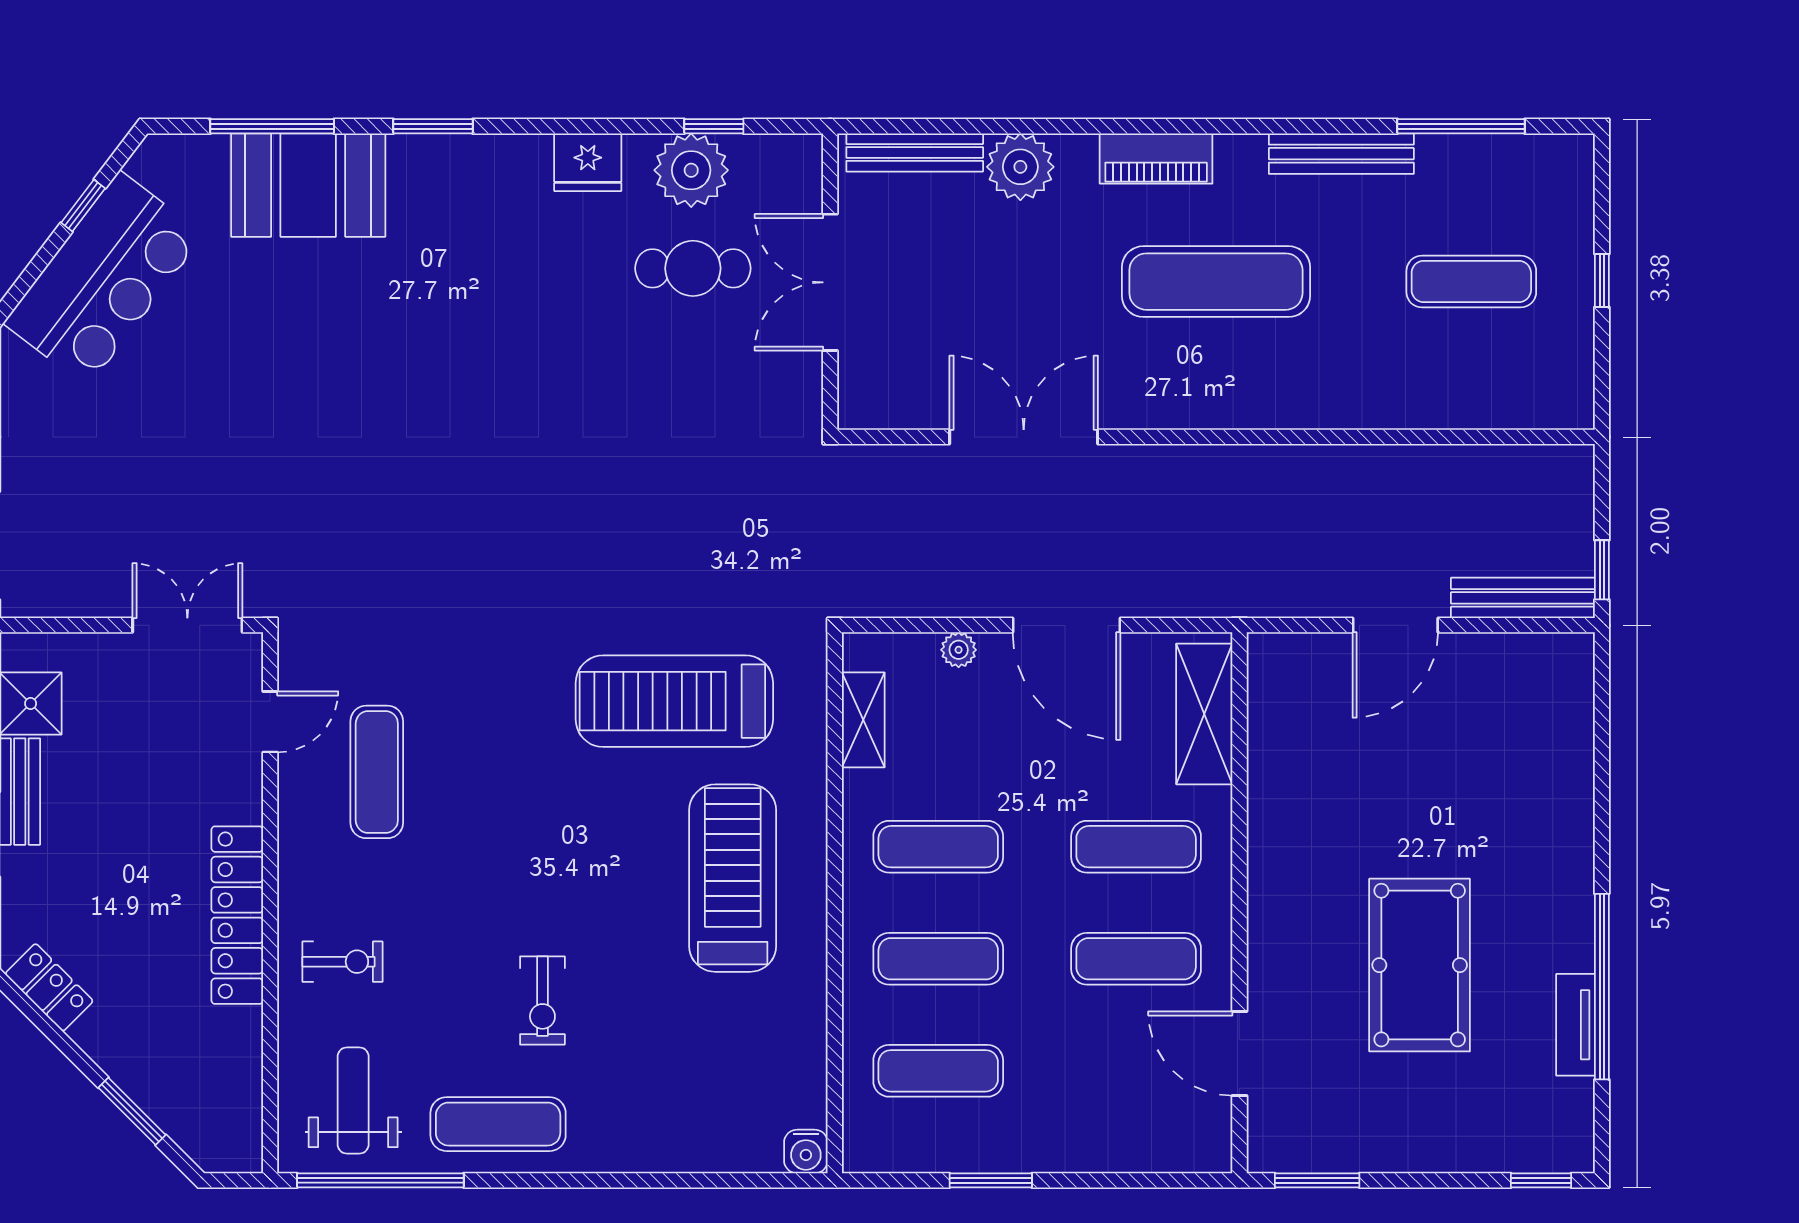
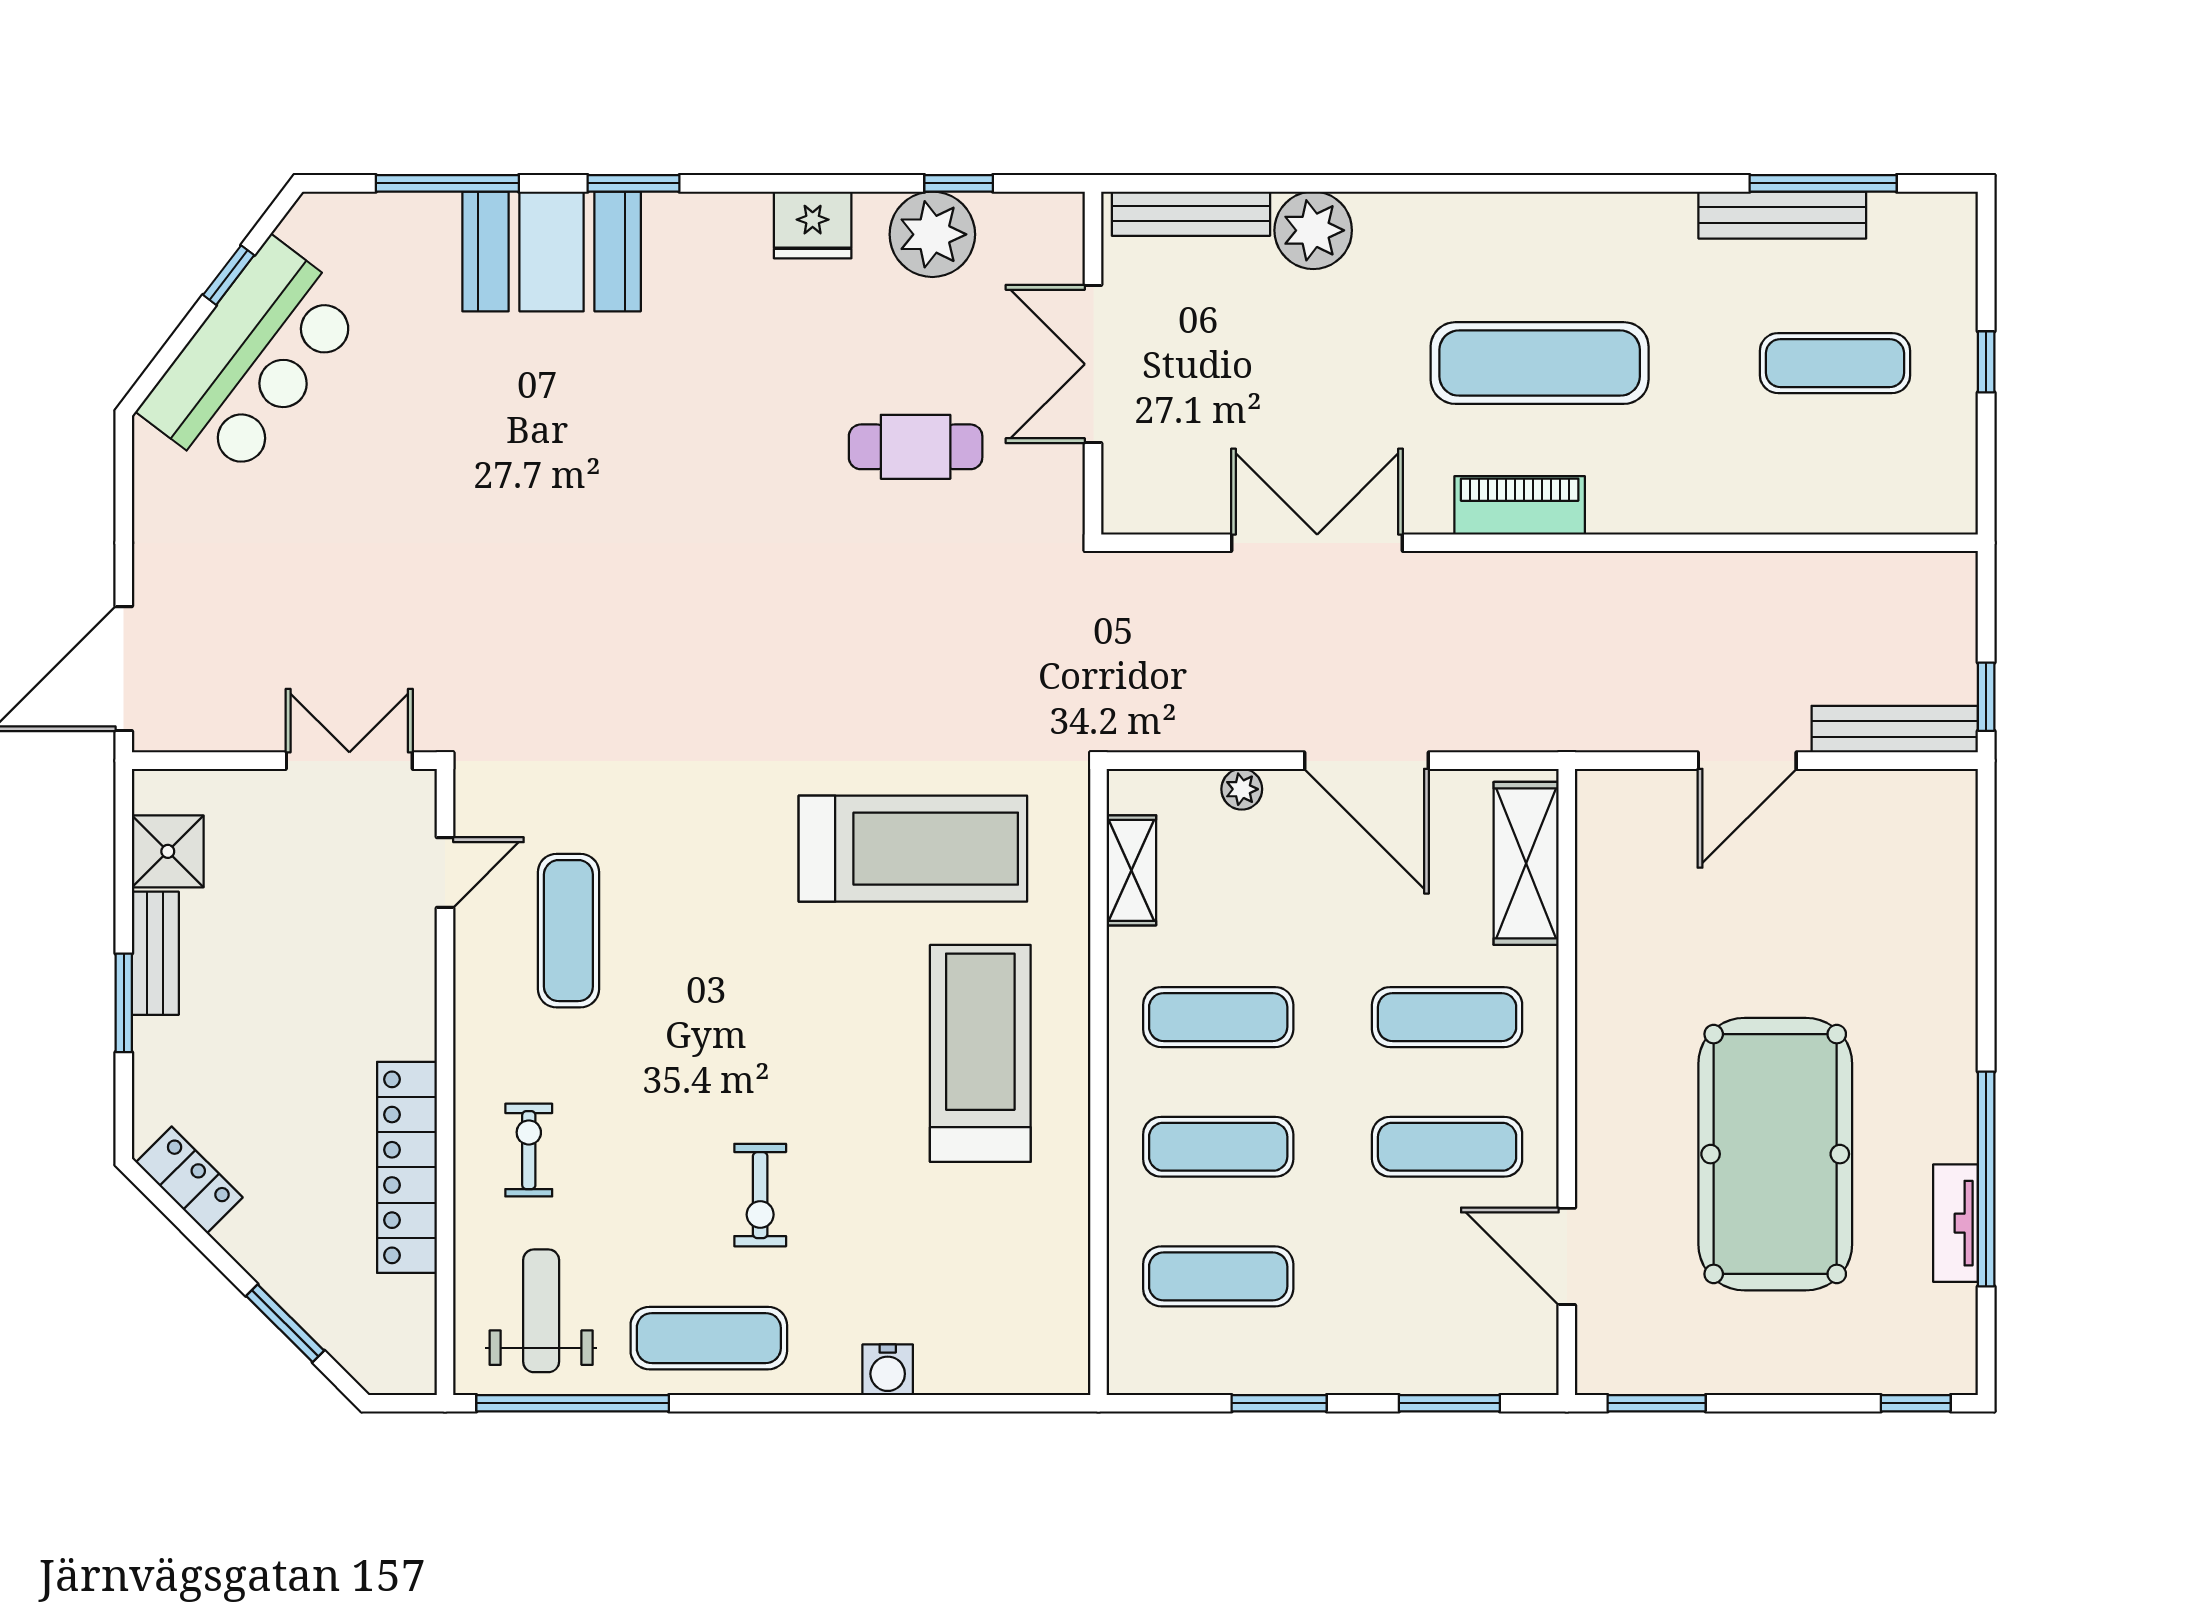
bench: (1341, 154) -> (1782, 215), moved
piano: (1156, 159) -> (1520, 505), moved, turned 180
booth: (308, 185) -> (552, 251), moved
cafe table: (693, 268) -> (916, 447), moved
treadmill: (674, 701) -> (913, 849), turned 180
locker: (237, 915) -> (407, 1167), moved
exercise bike: (343, 962) -> (529, 1150), turned -90
pool table: (1420, 965) -> (1775, 1154), width x1.36, depth x1.32
water cooler: (806, 1151) -> (888, 1370), moved
window: (1138, 1180) -> (1449, 1403), added

